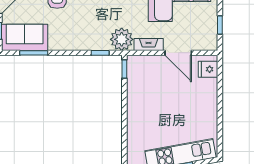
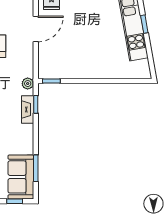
plant: (122, 39) -> (28, 84), width x0.53, depth x0.53
fireplace: (149, 45) -> (28, 110), moved

